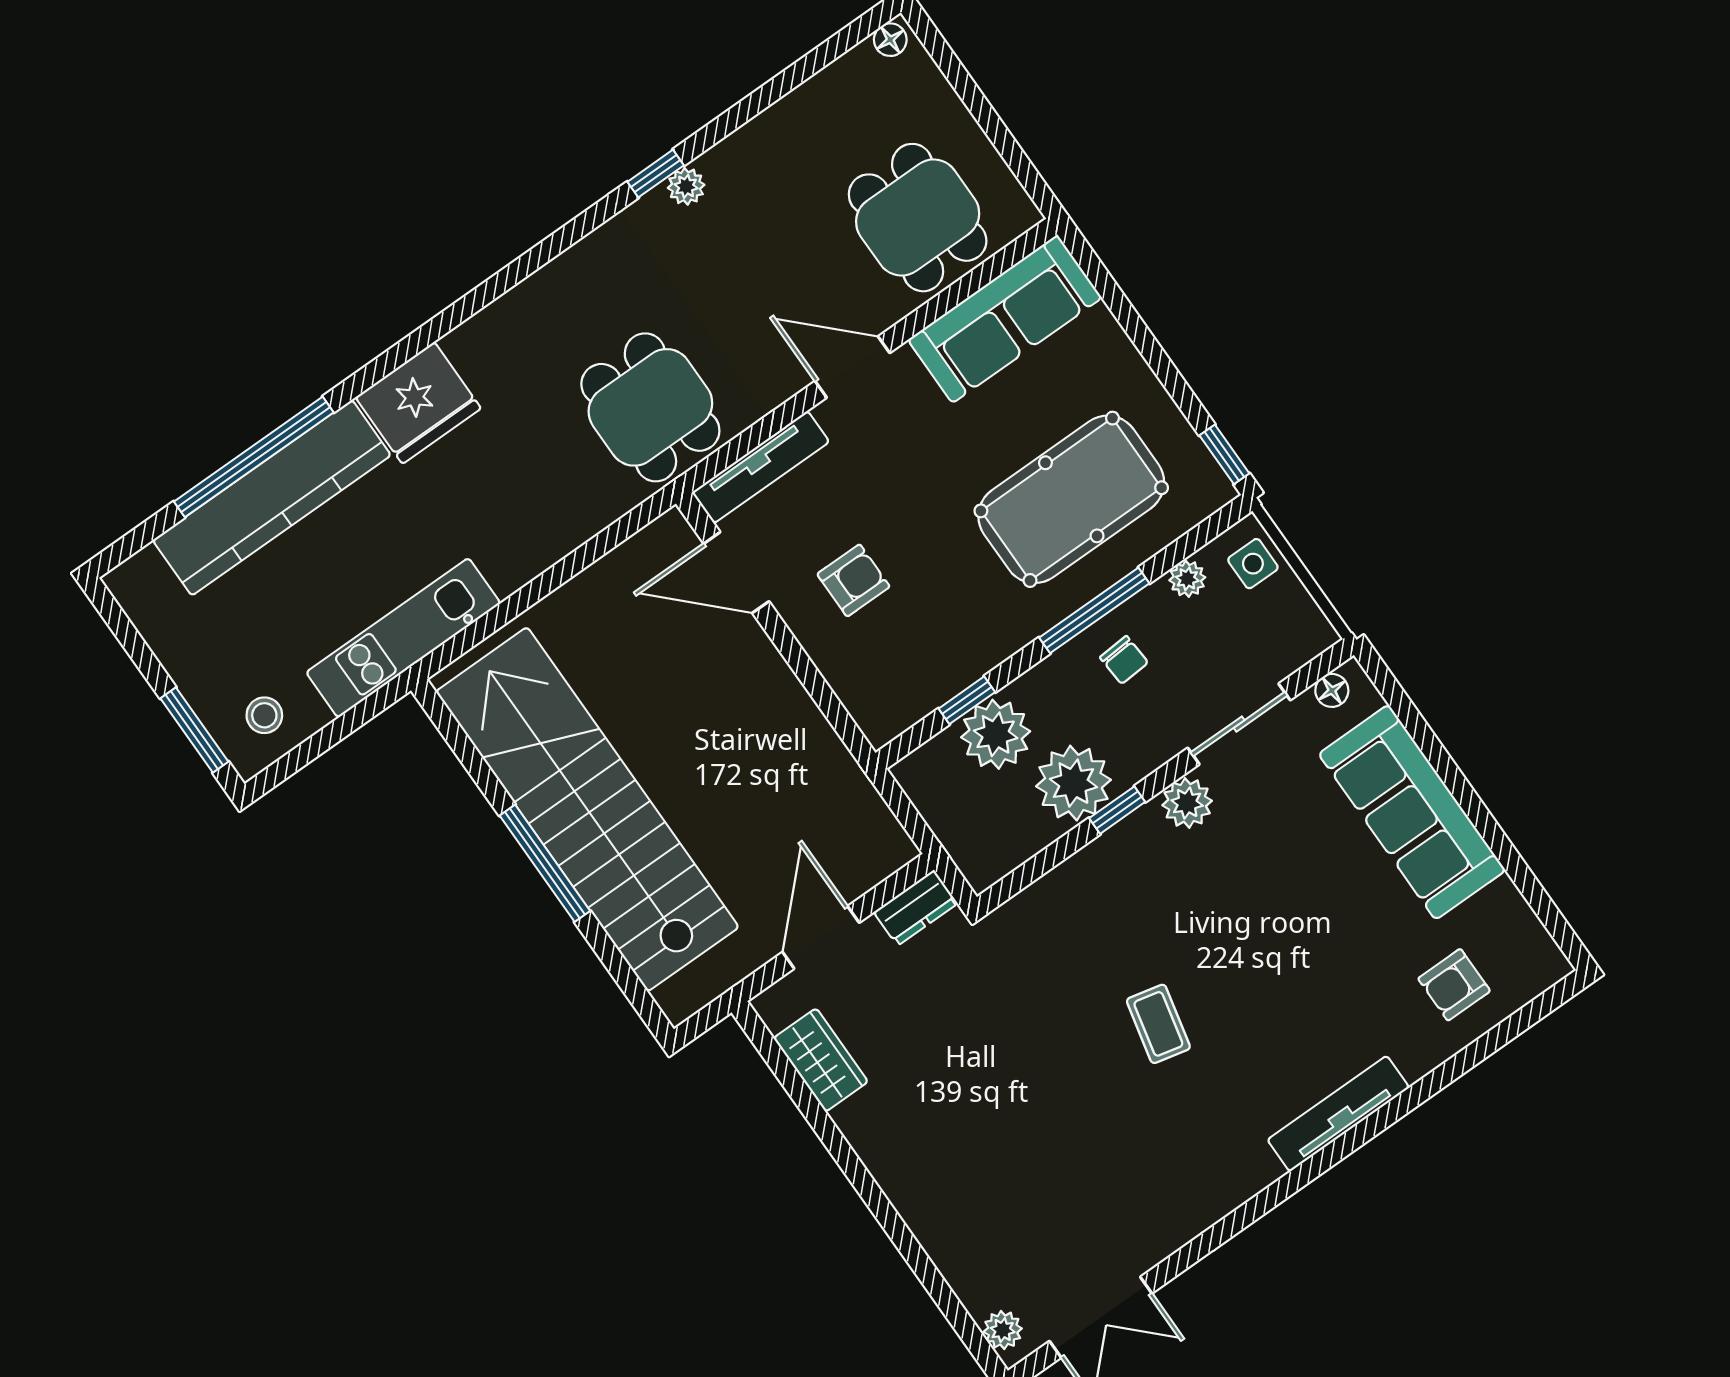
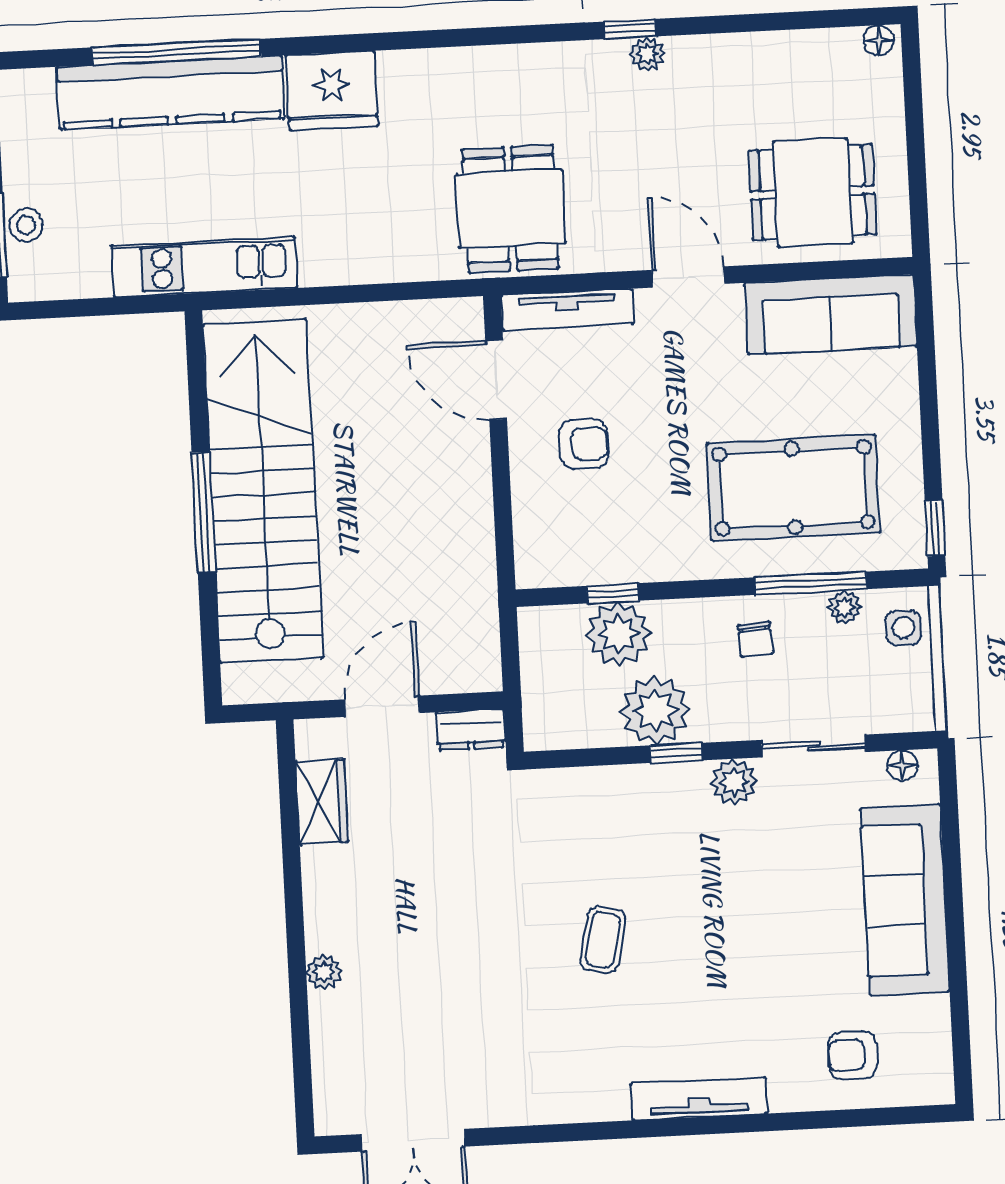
dining table: (918, 218) -> (813, 192), turned 90
window: (1094, 610) -> (811, 583), moved
stool: (264, 715) -> (26, 225), moved
plant: (1003, 1330) -> (324, 972), moved

